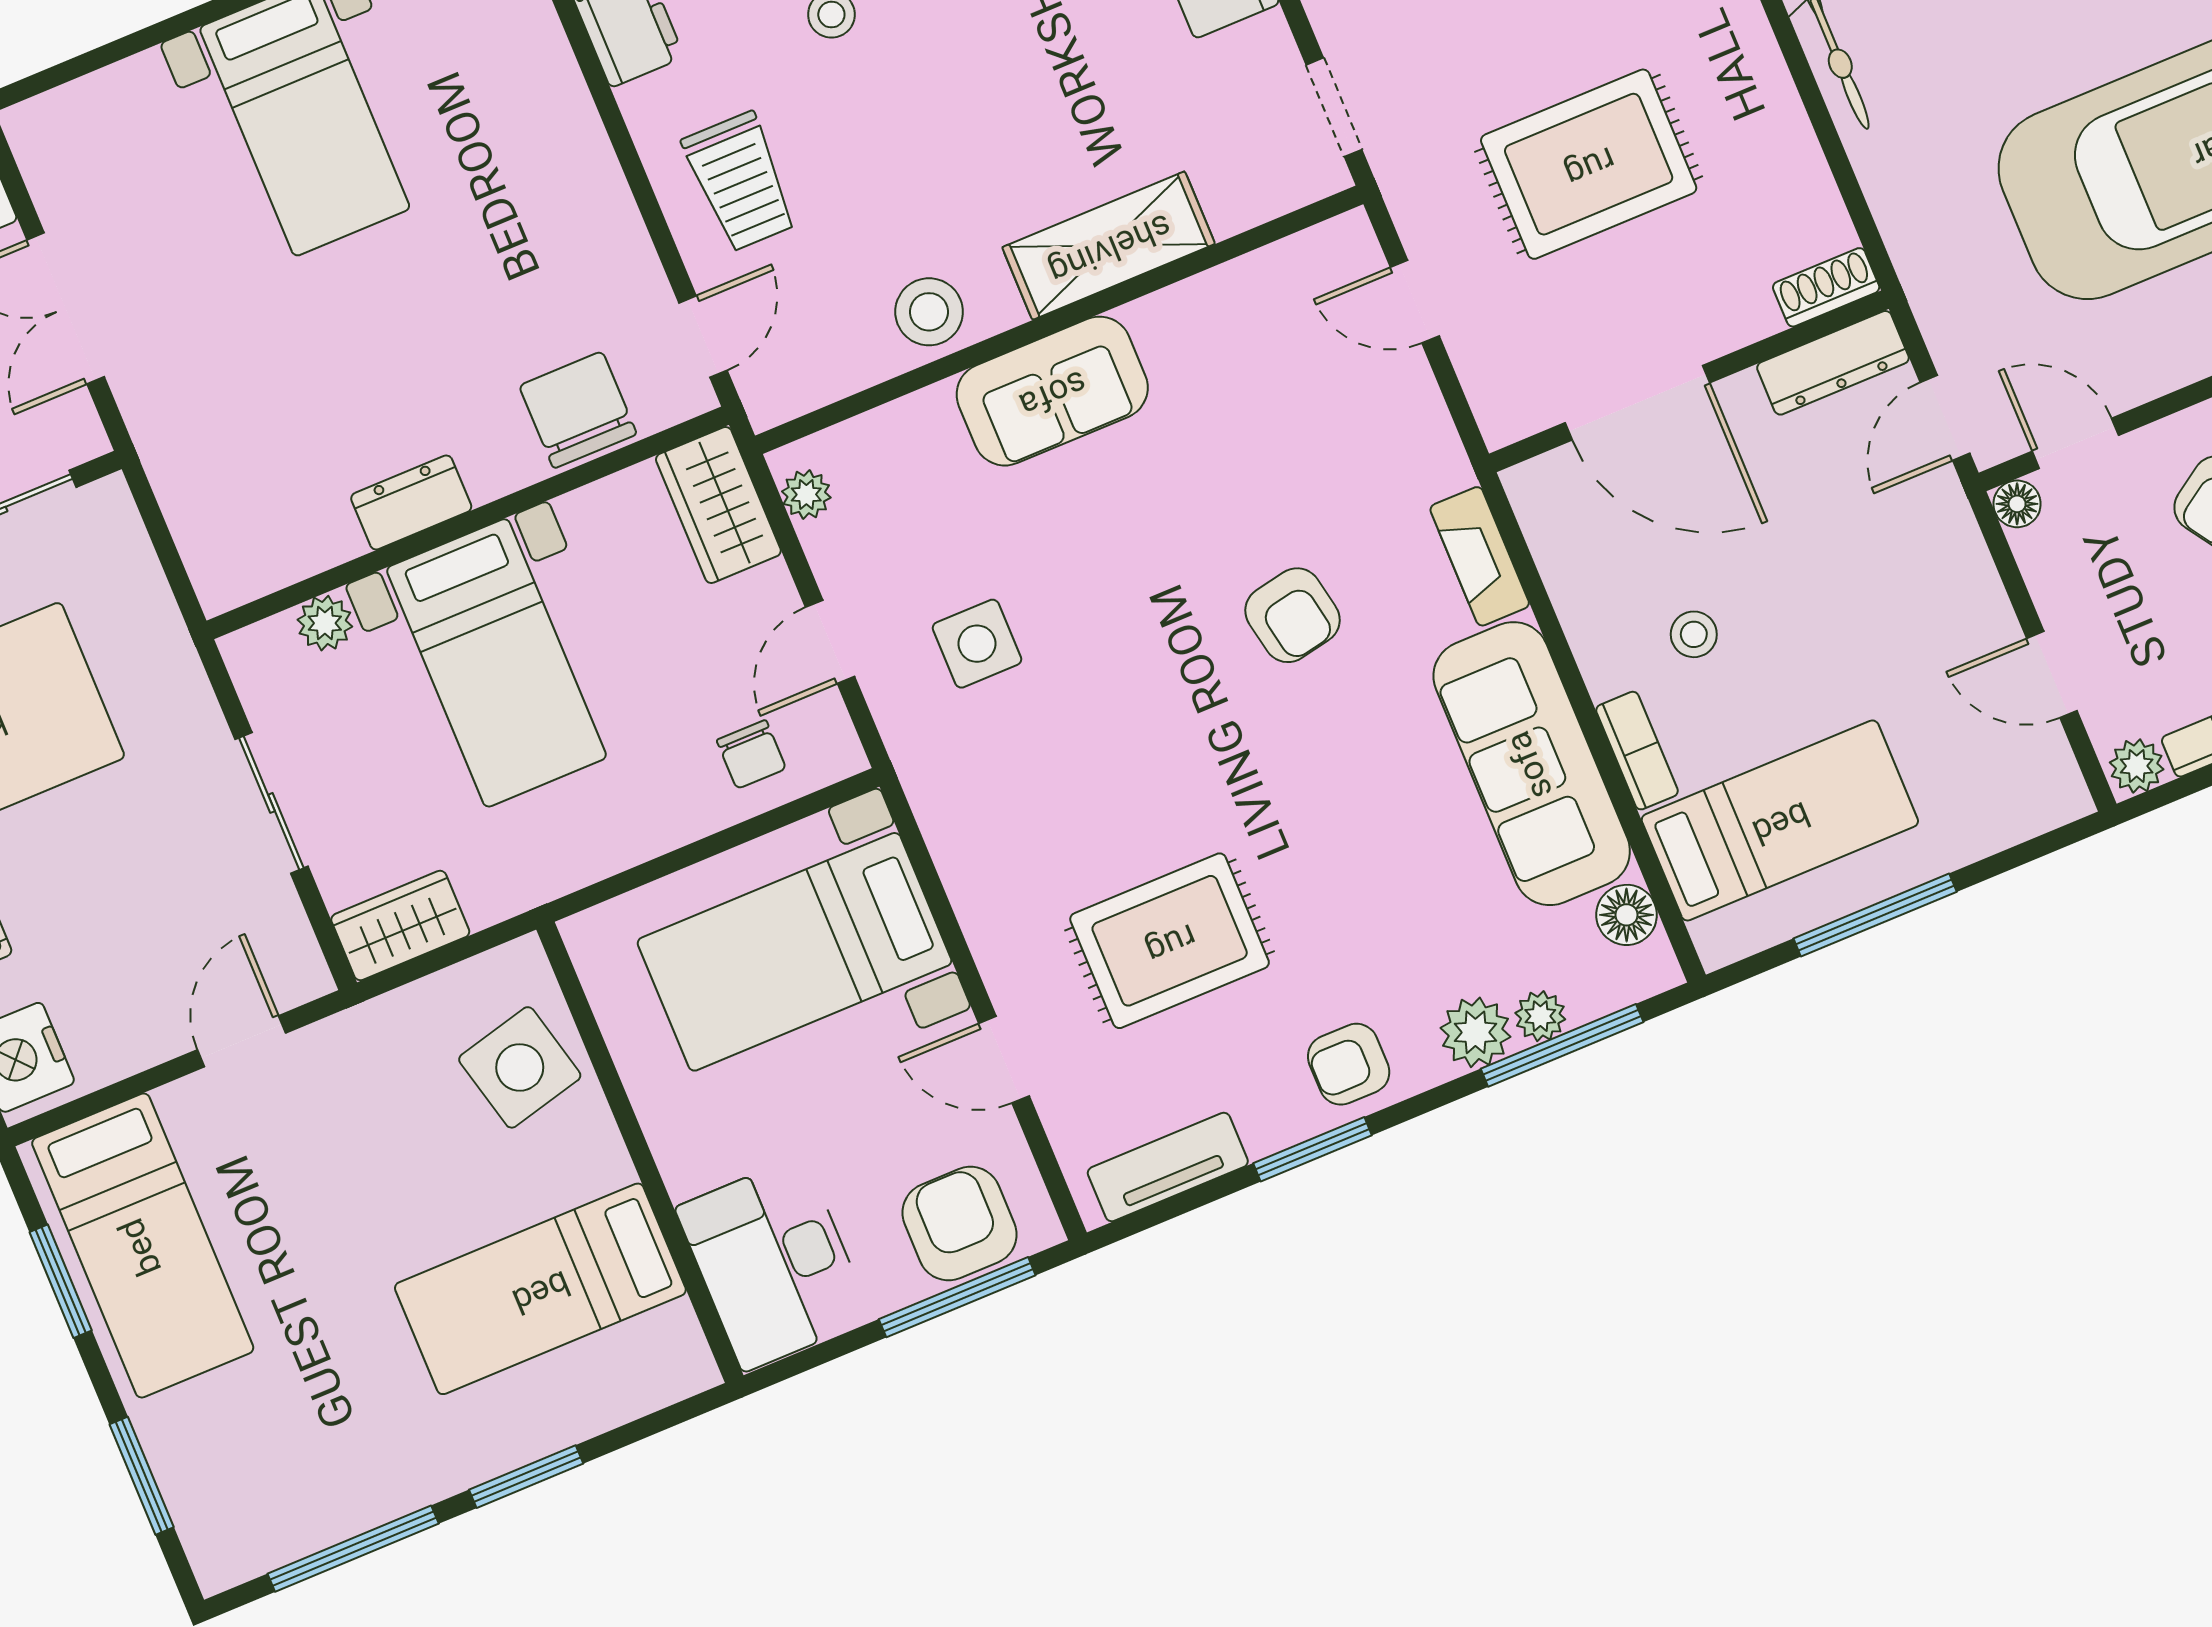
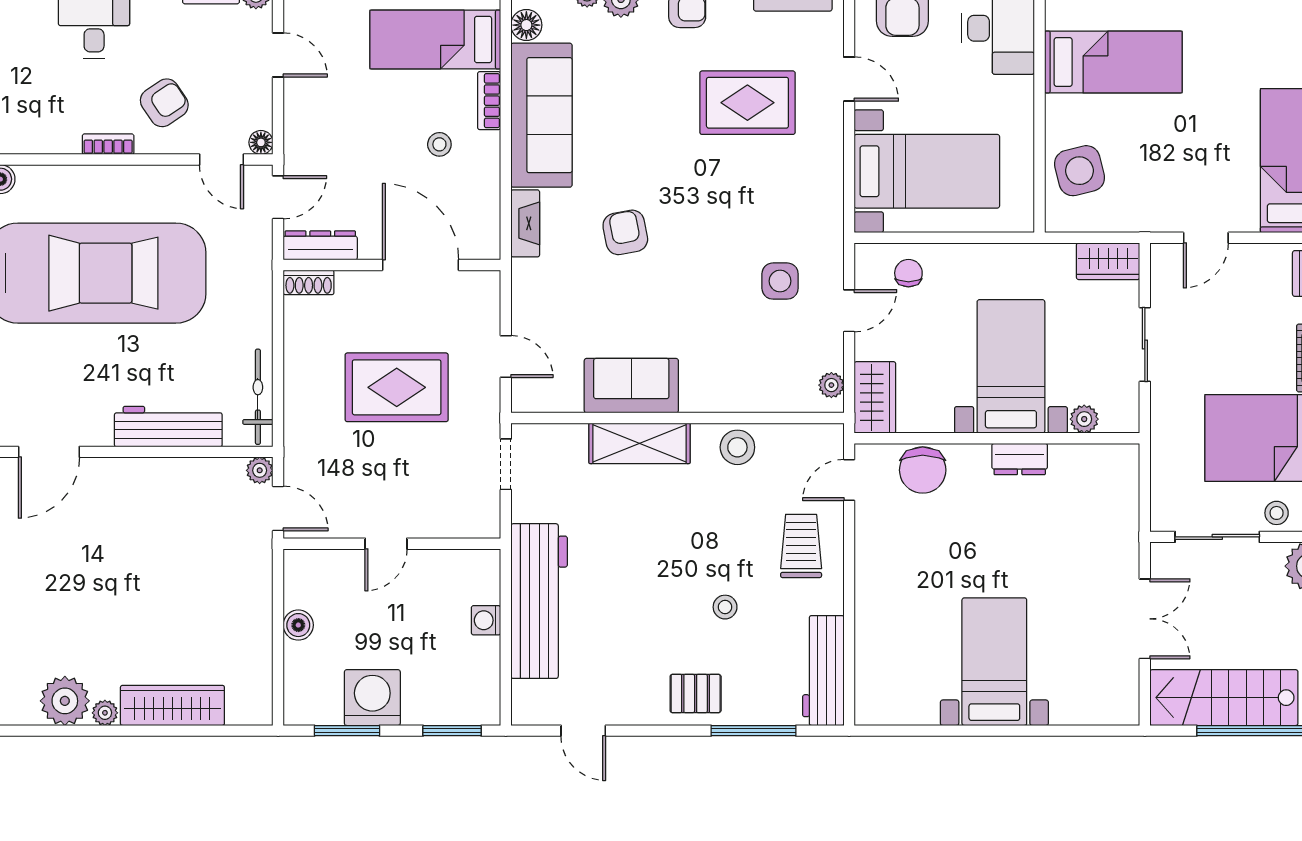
sofa: (1052, 391) -> (631, 386), moved

